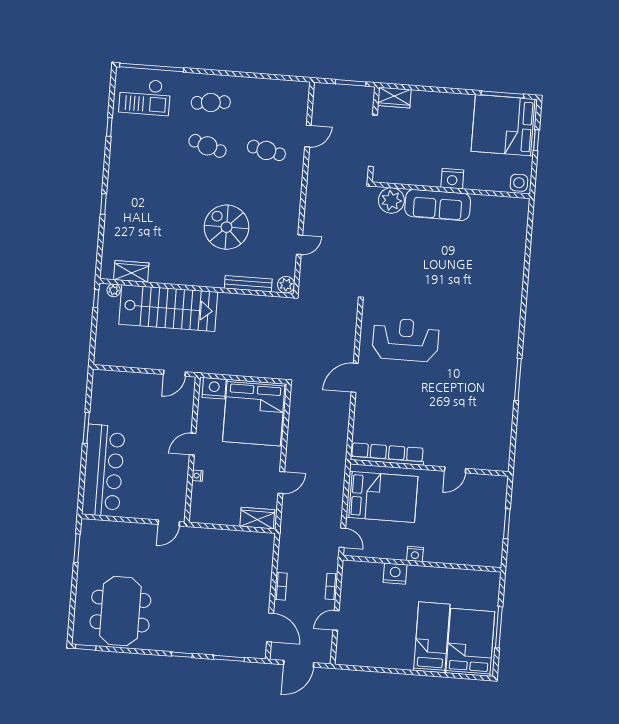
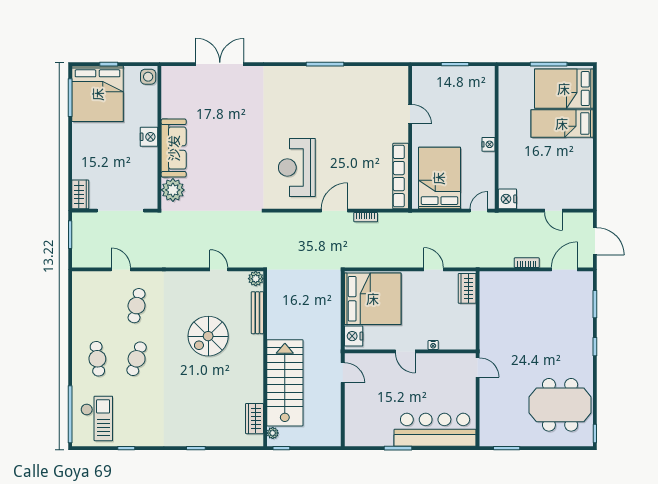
double door: (527, 263) -> (220, 64), added
door: (355, 378) -> (335, 211), swing flipped
nightstand: (395, 574) -> (507, 199), moved
bookcase: (331, 586) -> (366, 217), moved

